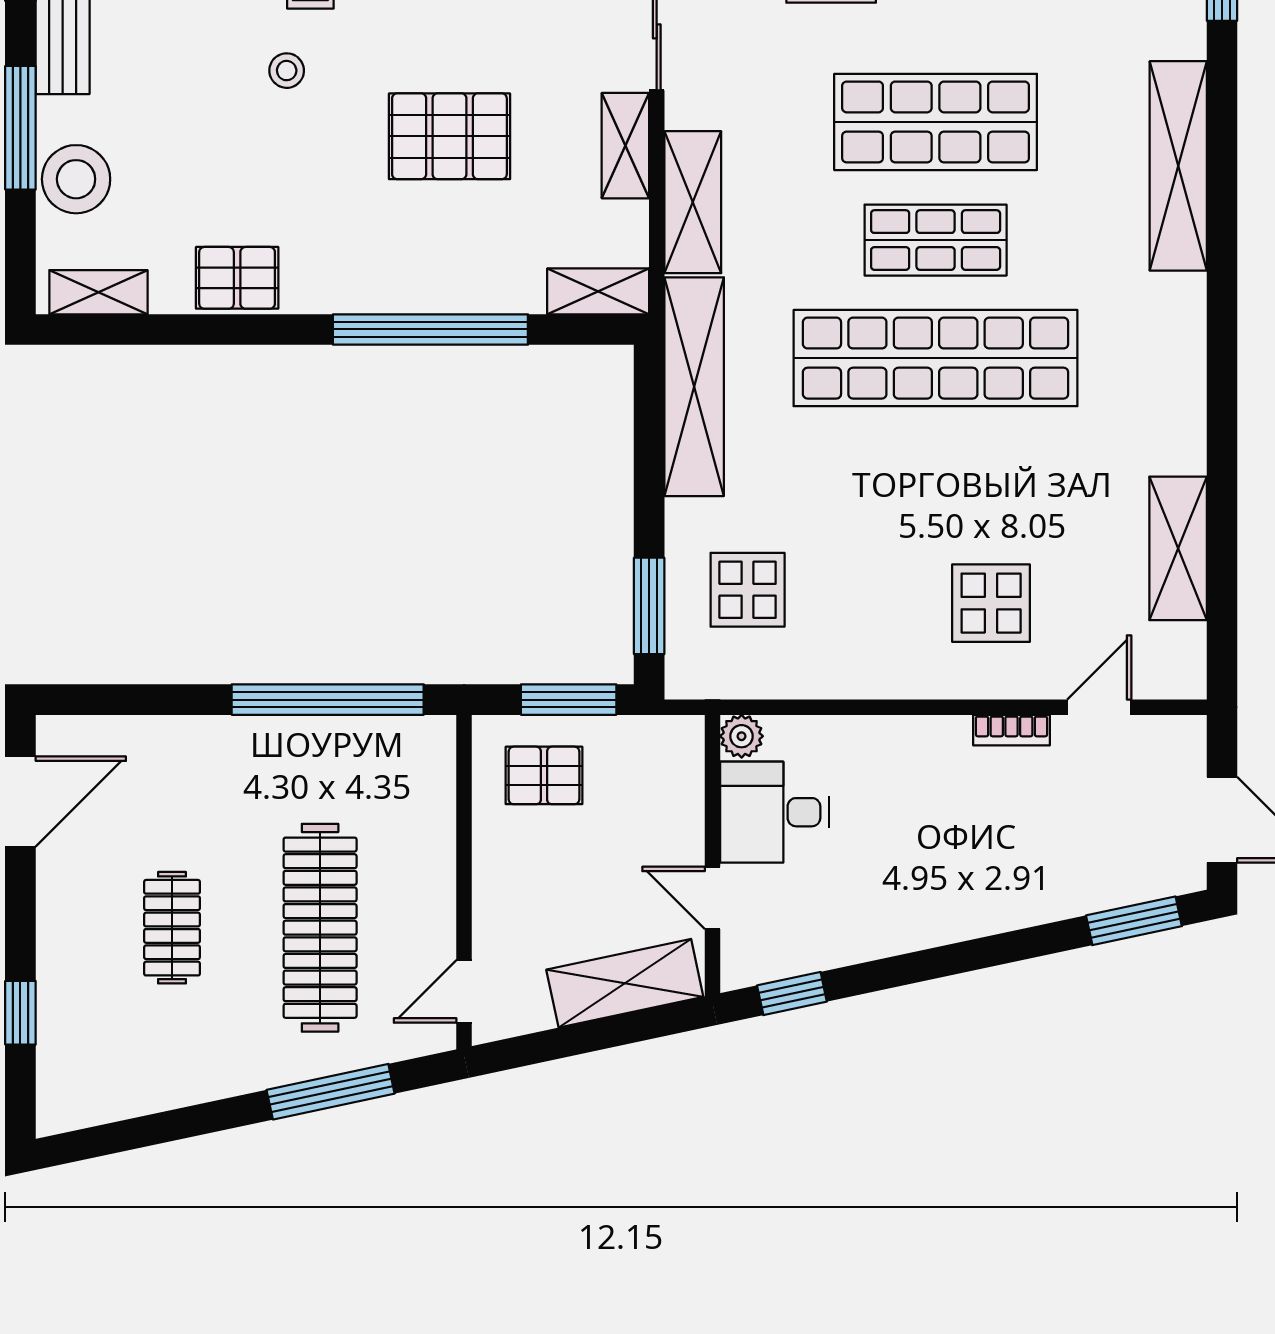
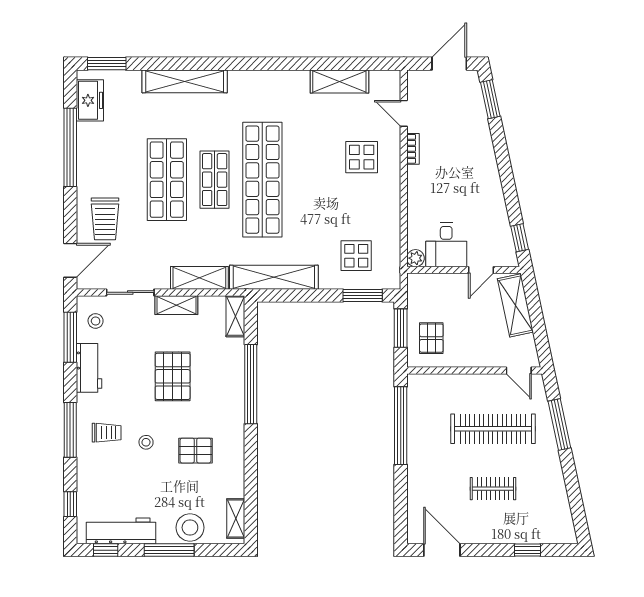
pallet: (237, 278) -> (196, 451), moved, turned 90

